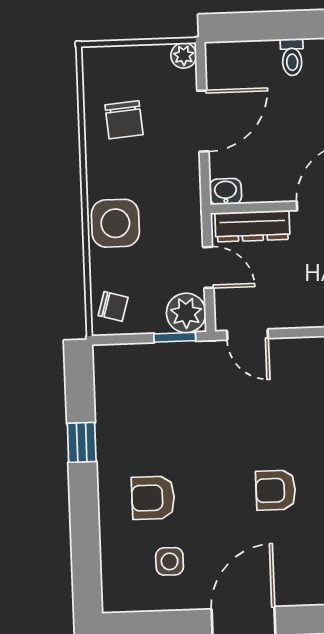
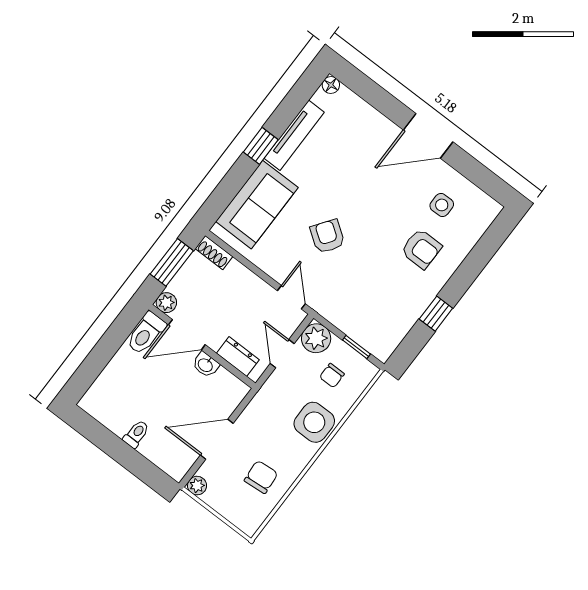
washbasin: (226, 192) -> (206, 365), moved
dresser: (252, 226) -> (238, 357), width x0.70
chair: (113, 306) -> (332, 376), moved, turned -106
window: (175, 337) -> (356, 347), moved
armchair: (276, 490) -> (327, 236), moved, turned -145

